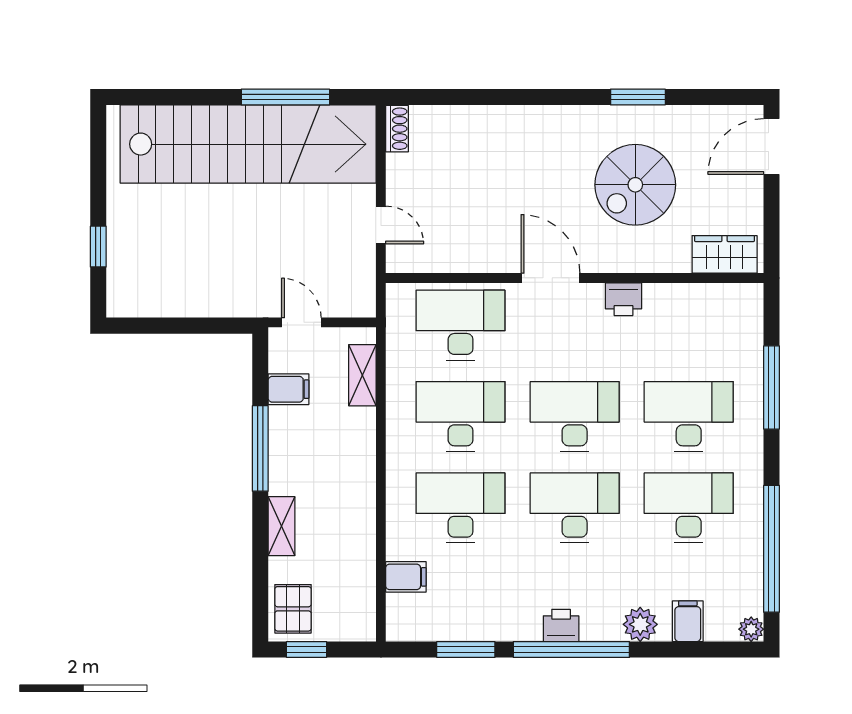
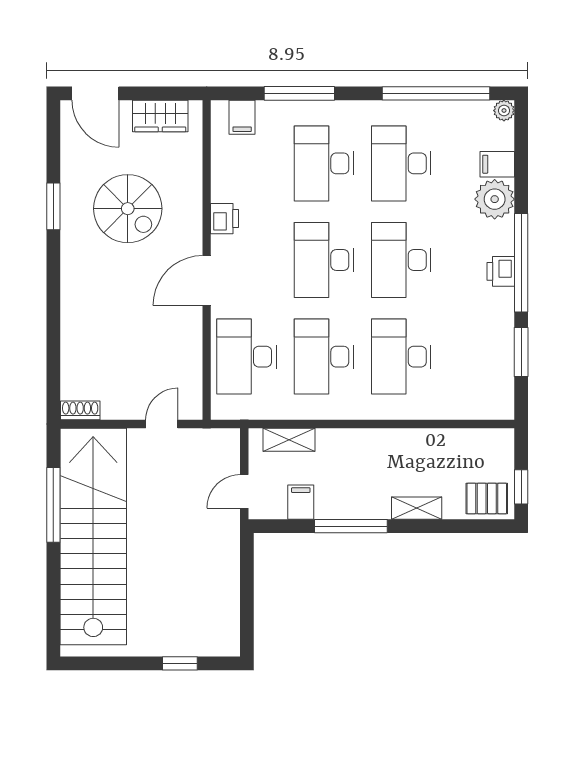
wardrobe: (725, 254) -> (160, 116), moved, turned -90
filing cabinet: (406, 577) -> (242, 117), moved, turned 180
plant: (640, 624) -> (495, 199), width x1.36, depth x1.36

